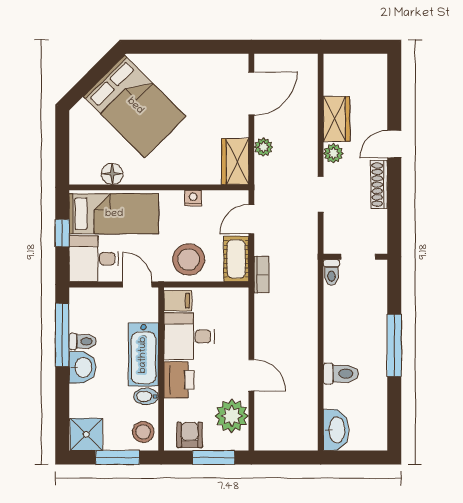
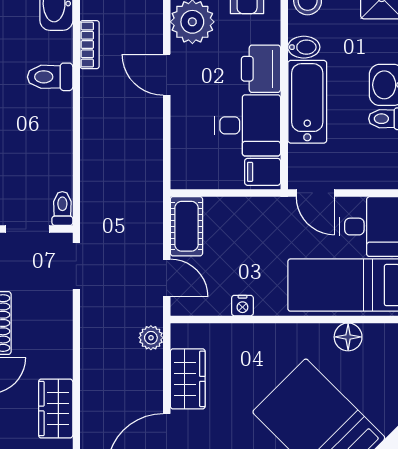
plant: (263, 147) -> (151, 338), moved
plant: (333, 153) -> (60, 364), removed
wardrobe: (235, 162) -> (188, 379), moved
doorway: (321, 194) -> (76, 266), moved
door: (251, 219) -> (167, 278), hinge flipped
stool: (189, 260) -> (248, 225), removed
bookcase: (262, 275) -> (90, 45), moved, turned 180

